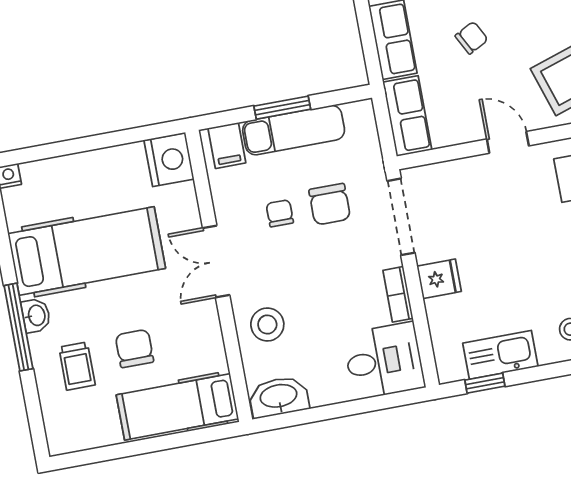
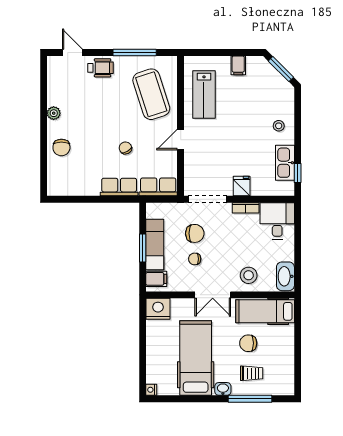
window: (18, 327) -> (250, 399), moved
hospital bed: (177, 407) -> (265, 311), moved, turned 90

